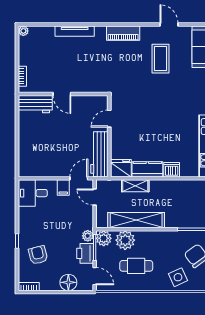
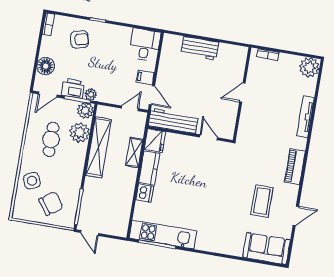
plant: (23, 31) -> (309, 67), width x1.88, depth x1.88
coffee table: (161, 59) -> (262, 201), turned 90
workbench: (35, 104) -> (200, 48), moved, turned -90

